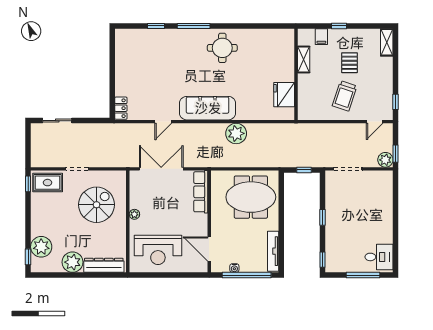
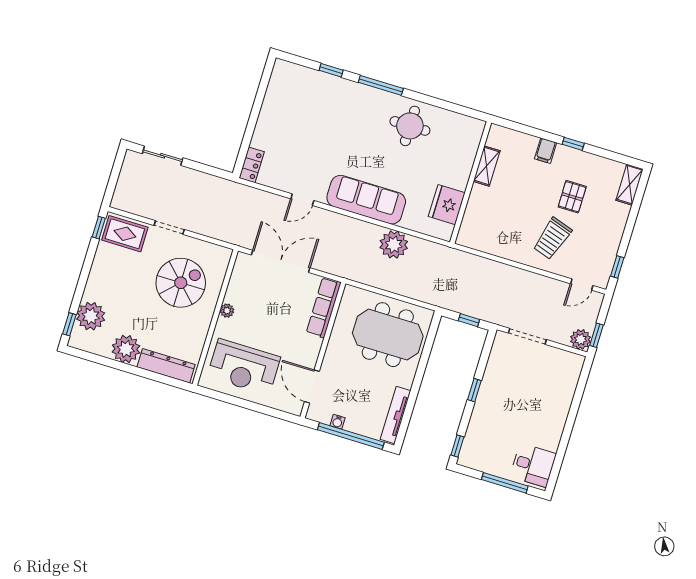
shelving: (304, 60) -> (487, 166), moved
wall: (296, 74) -> (471, 182), moved
fridge: (284, 95) -> (447, 205), moved

